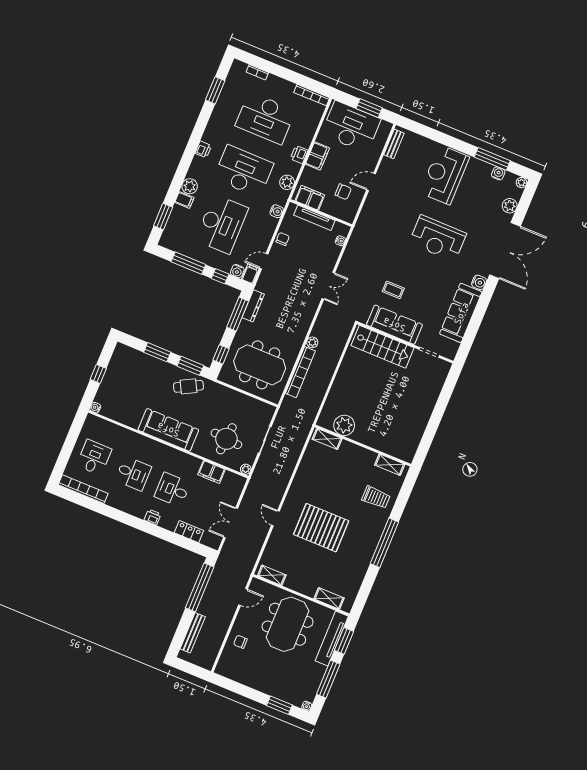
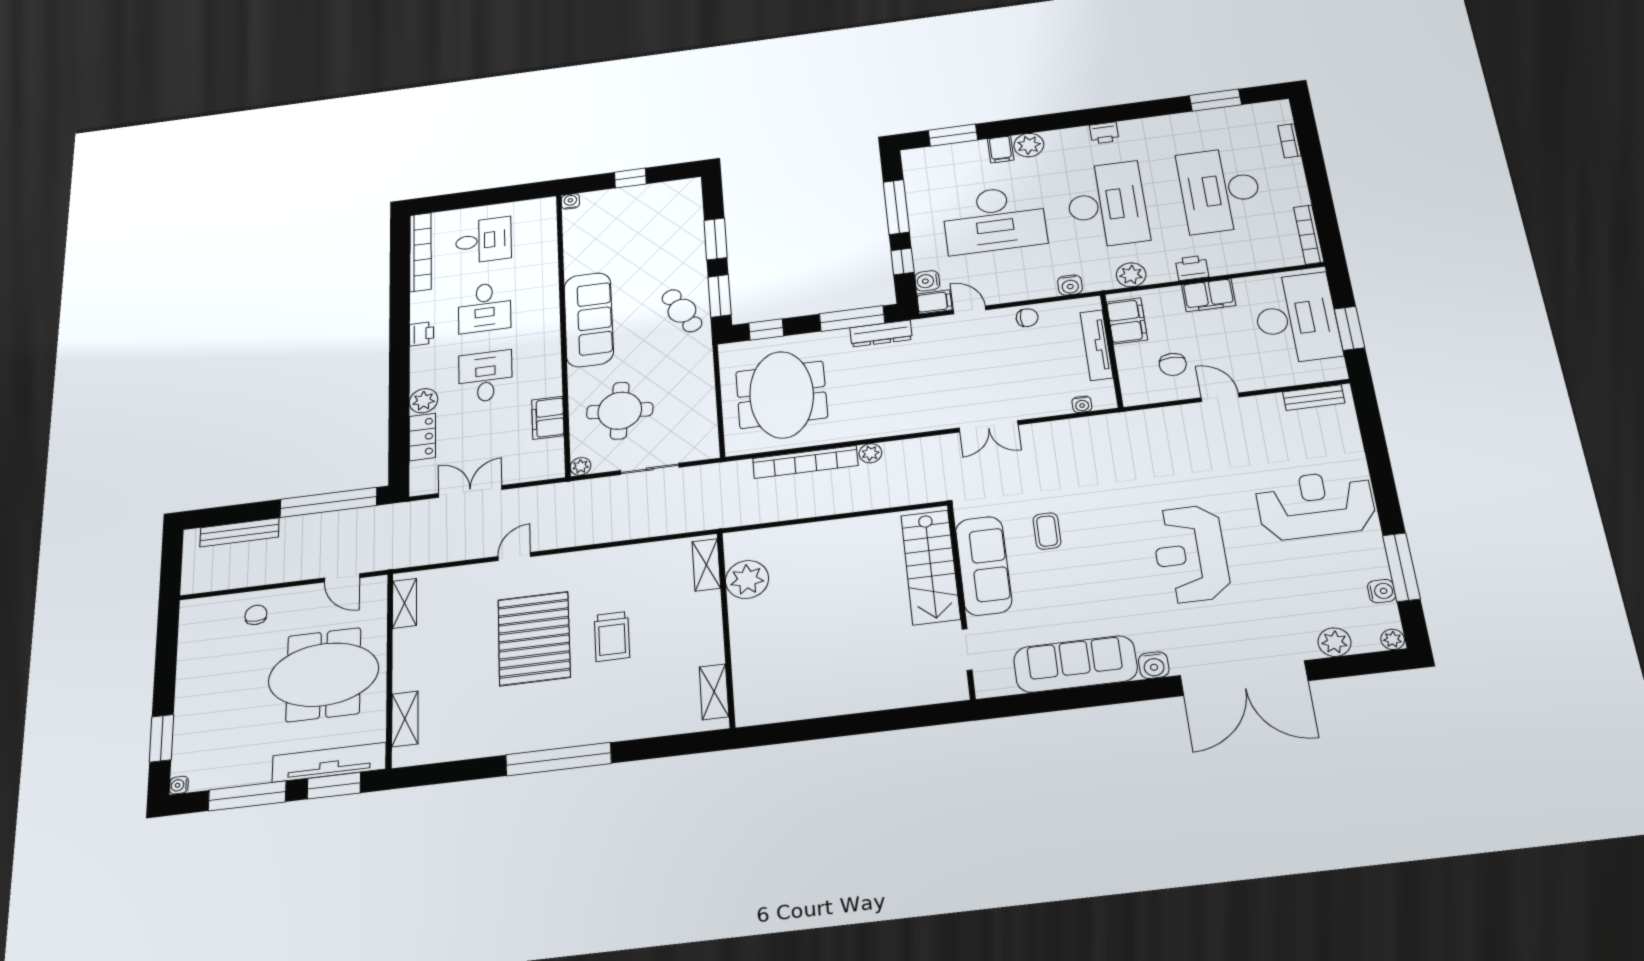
trolley: (376, 497) -> (612, 636), moved
printer: (152, 517) -> (422, 334), moved
plant: (169, 523) -> (424, 401), added

